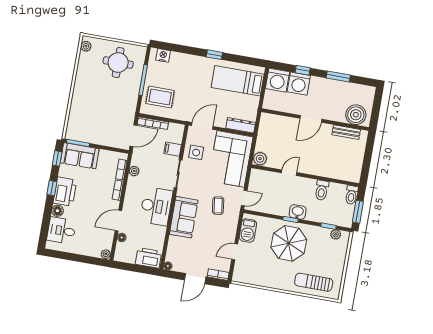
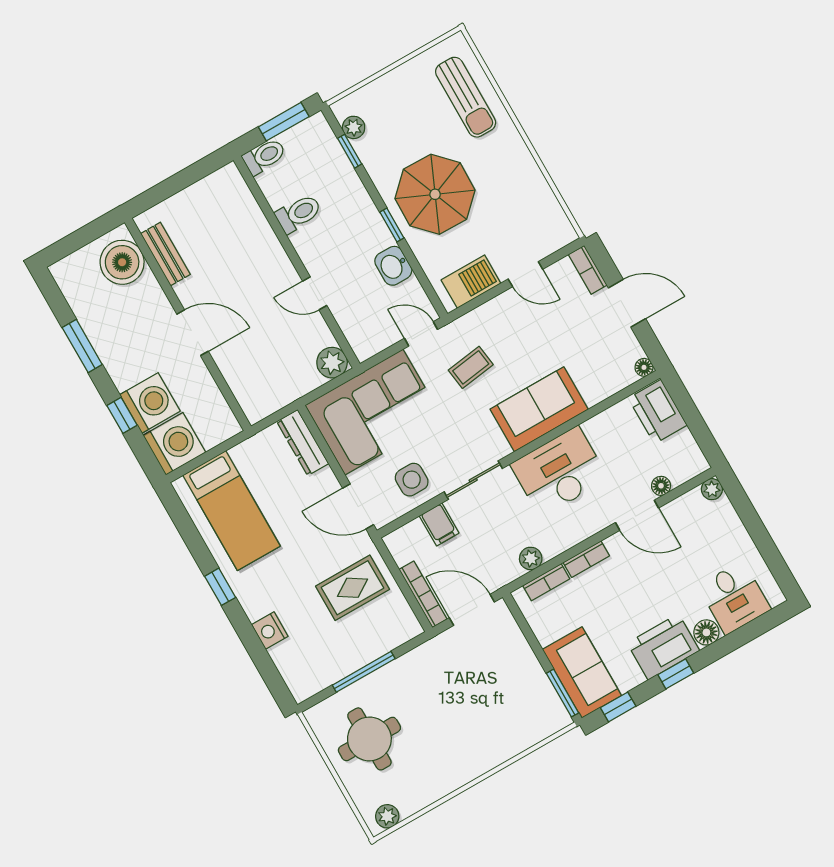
nightstand: (163, 55) -> (270, 631), moved
rug: (160, 97) -> (353, 588), moved, turned 90
washbasin: (298, 212) -> (393, 266), moved

